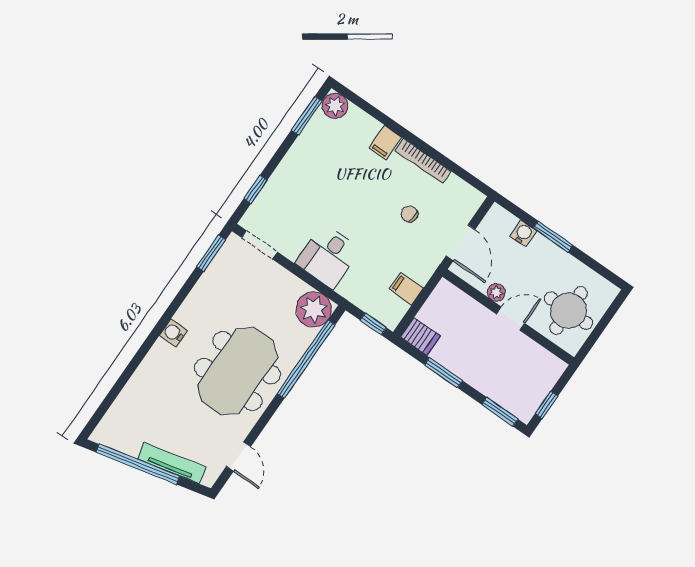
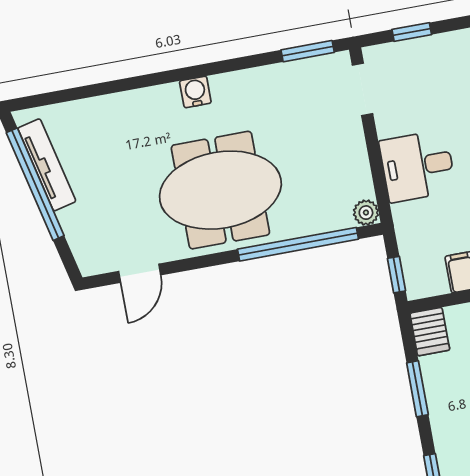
plant: (314, 309) -> (366, 213), width x0.53, depth x0.53
tv unit: (172, 463) -> (47, 165), moved

